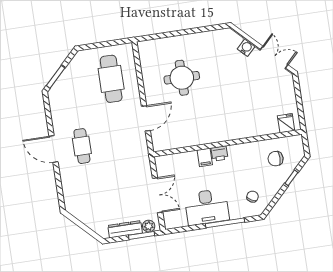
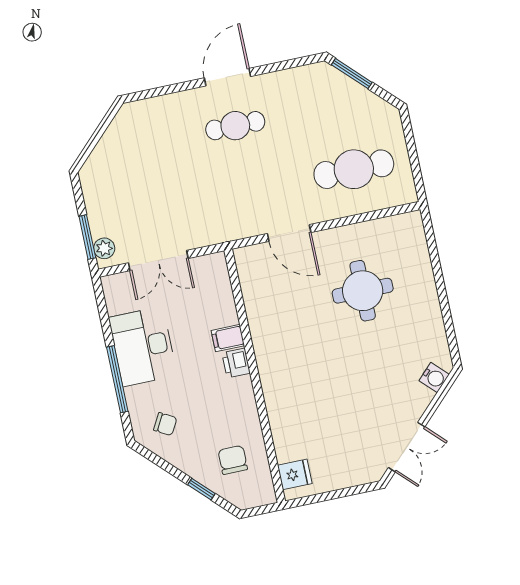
water cooler: (246, 48) -> (434, 378), moved
dresser: (125, 229) -> (96, 208), removed

